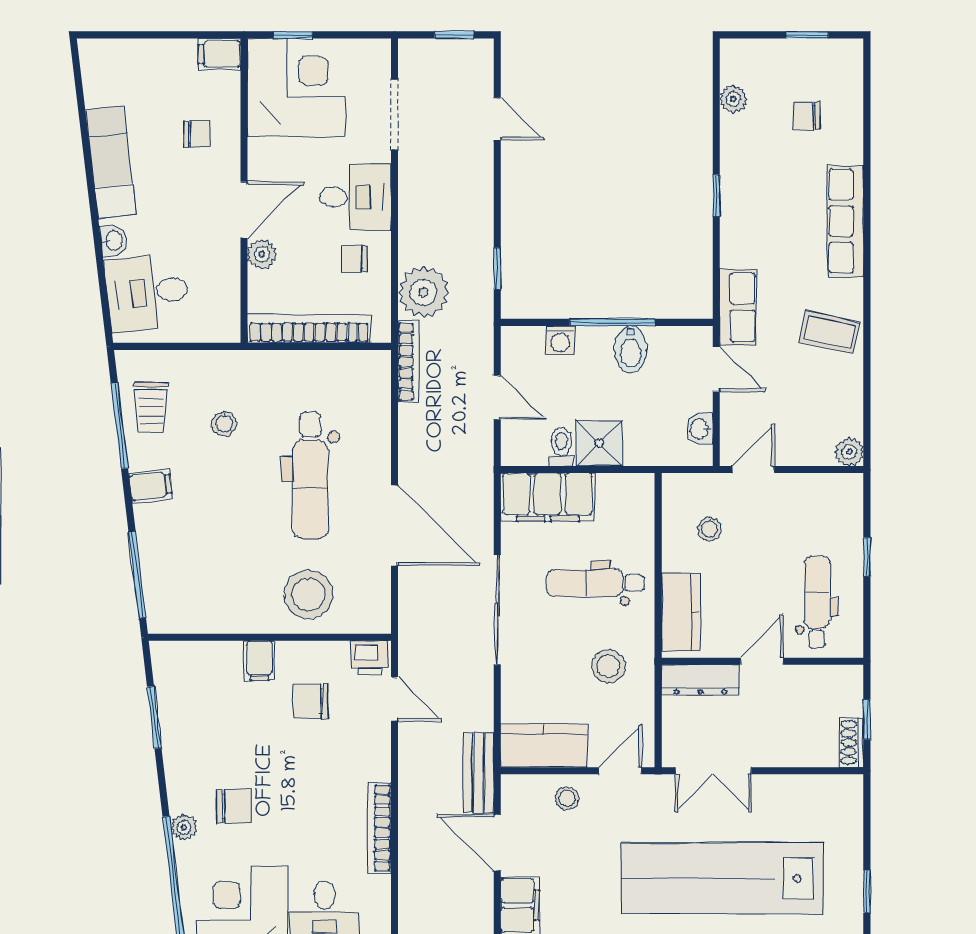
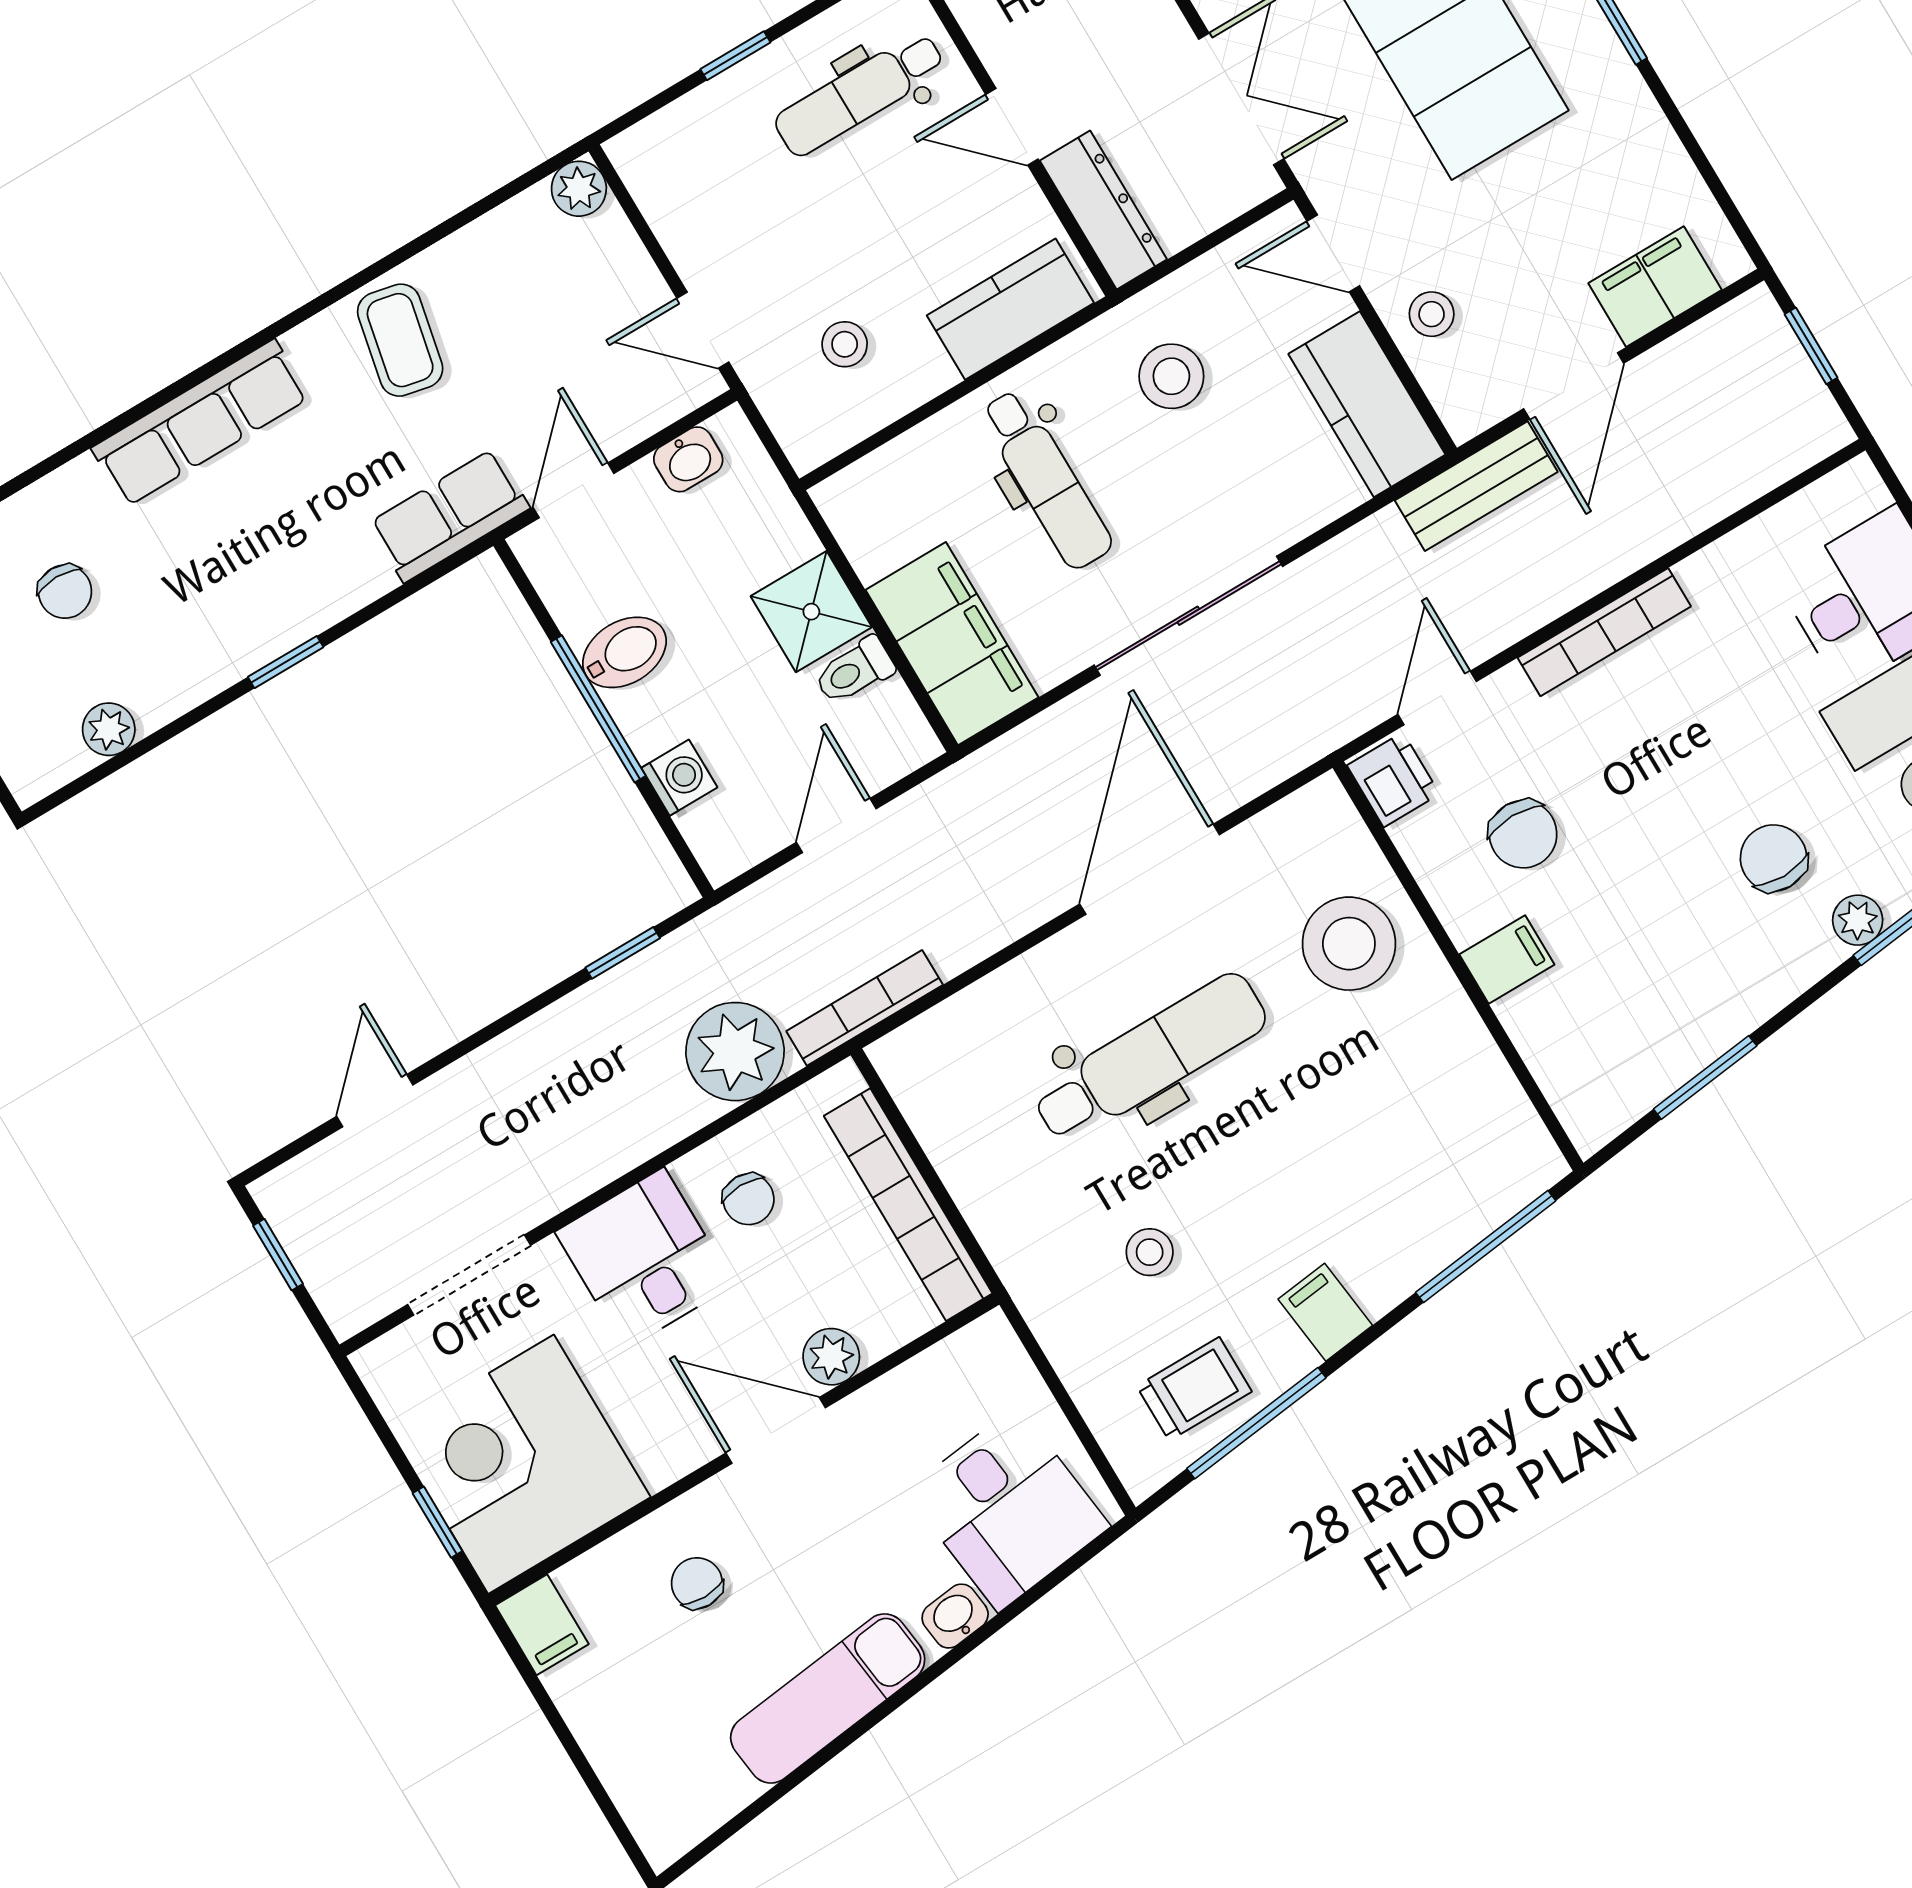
bookcase: (379, 828) -> (1604, 632), moved

